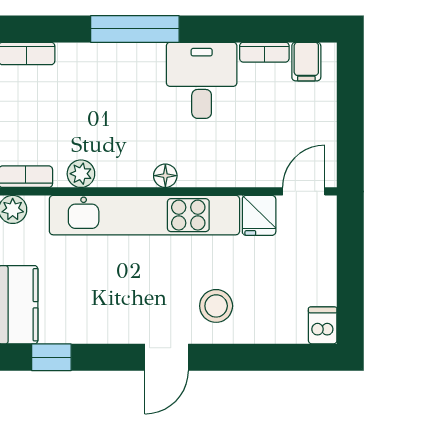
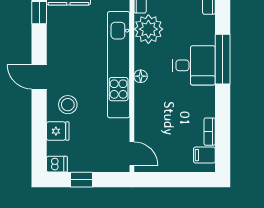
desk: (202, 80) -> (194, 65), moved
plant: (81, 174) -> (148, 29), width x1.88, depth x1.88
fridge: (259, 215) -> (58, 131), moved, turned 180
window: (350, 282) -> (81, 180), added

